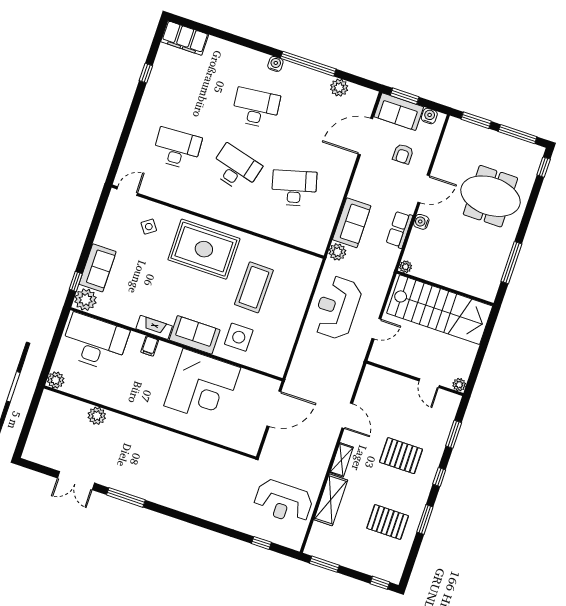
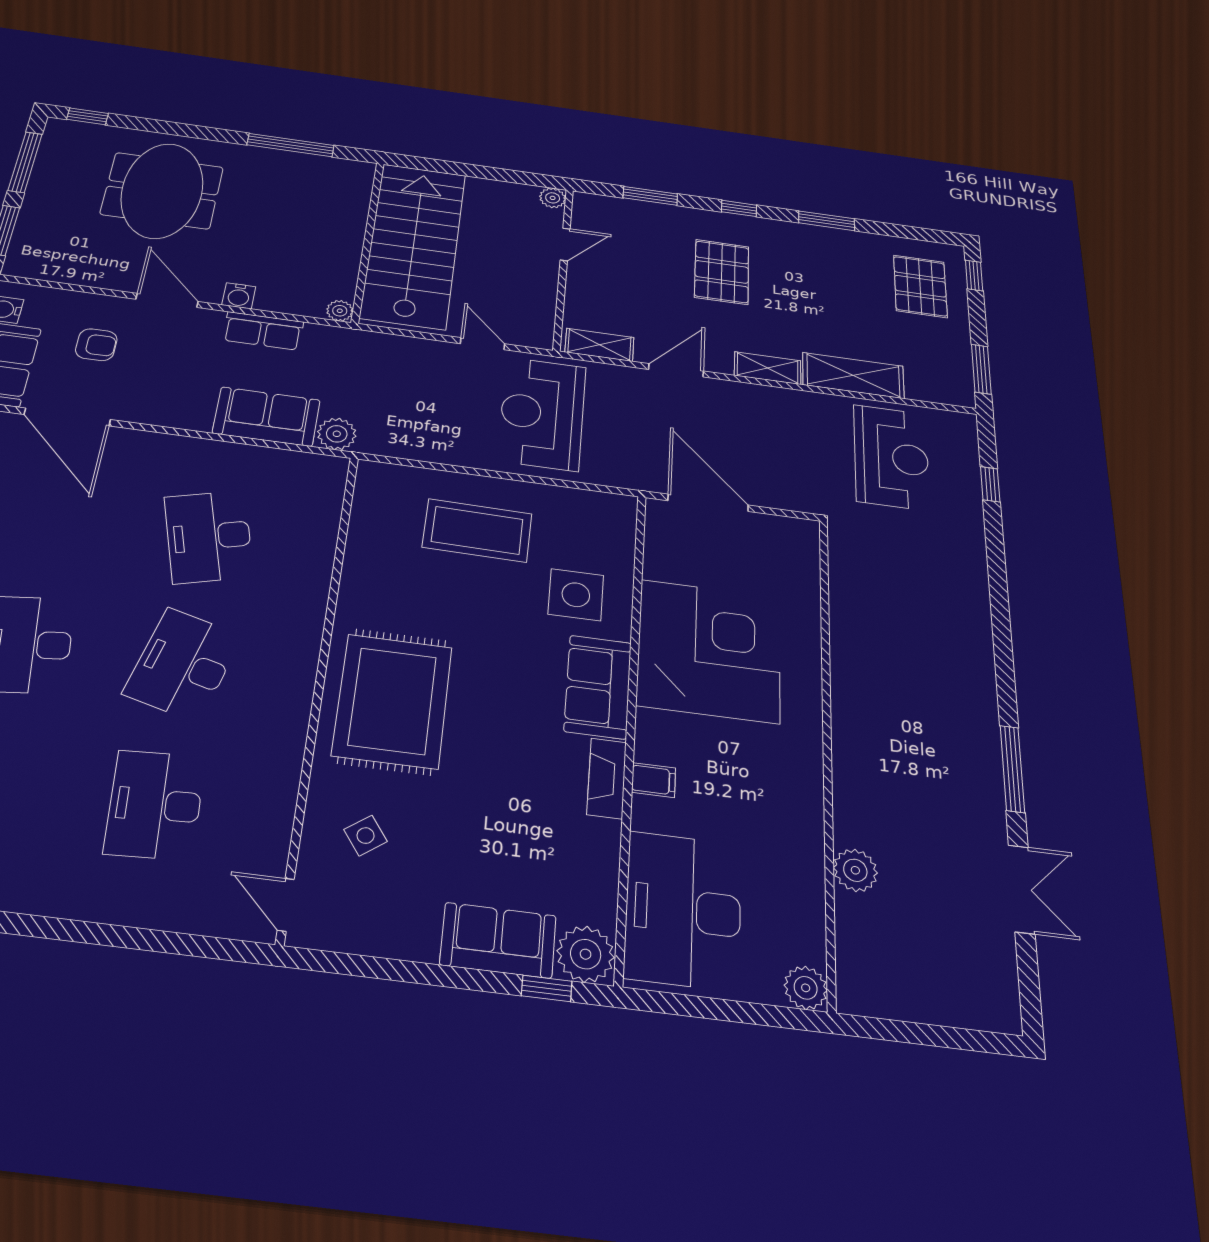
coffee table: (254, 287) -> (477, 530), moved
reception desk: (337, 308) -> (542, 413), moved, turned 90
shelving: (367, 384) -> (599, 345), added
pallet: (388, 522) -> (920, 286), moved

